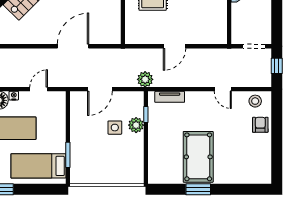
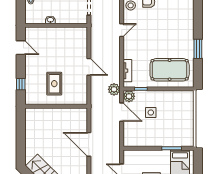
door: (100, 89) -> (122, 112), moved
plant: (136, 125) -> (129, 96), moved
pool table: (198, 157) -> (170, 70), moved

